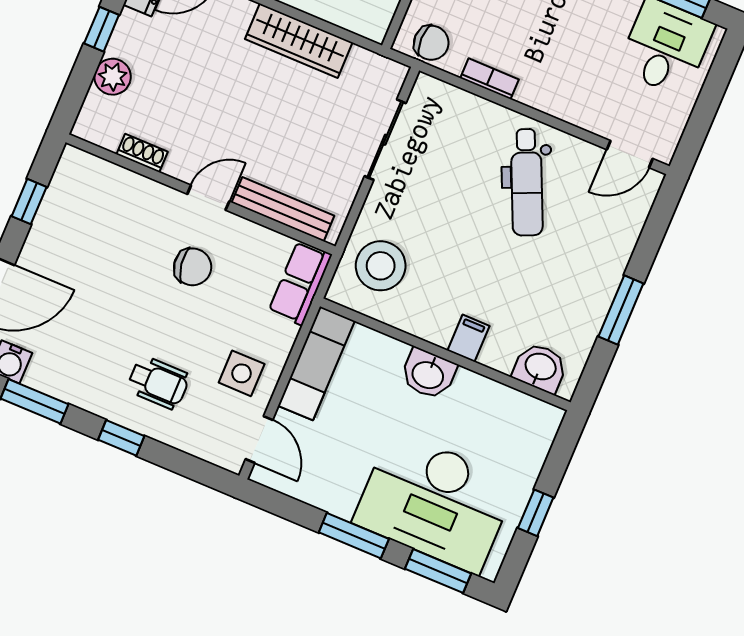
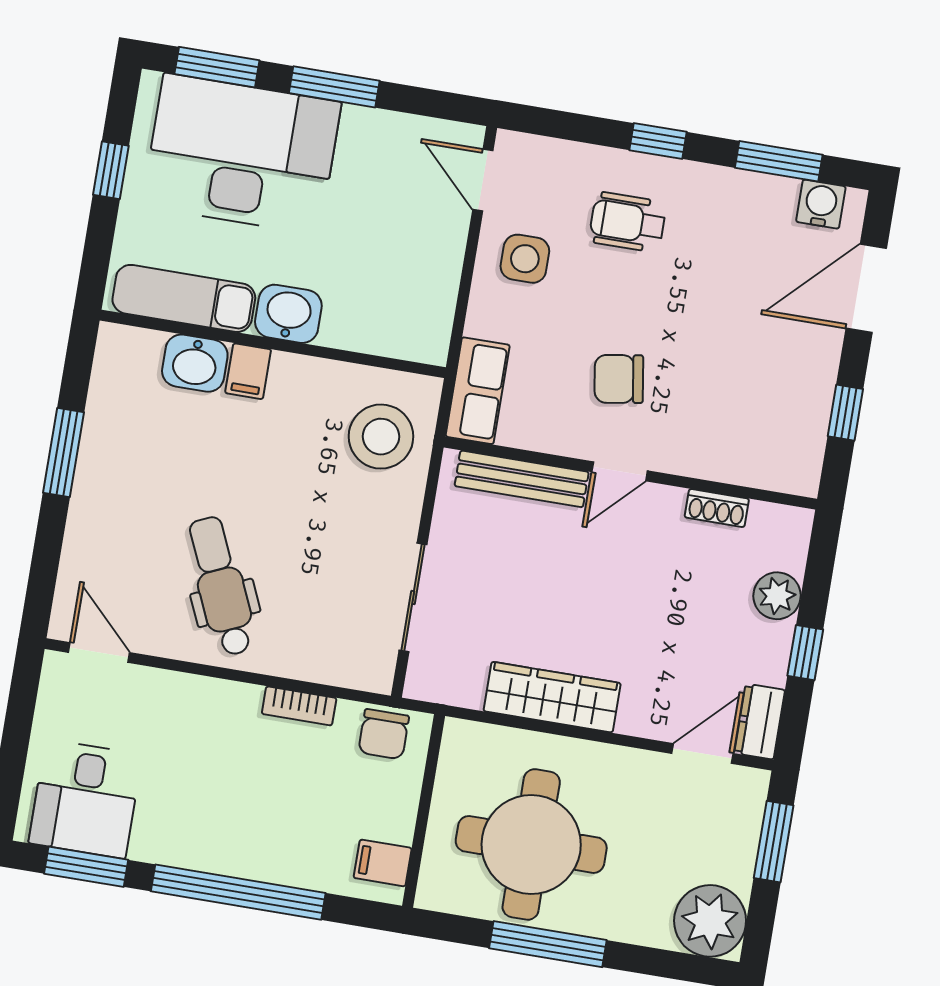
chair: (431, 43) -> (384, 734), turned -90
door: (630, 154) -> (99, 652), hinge flipped
exam couch: (316, 363) -> (184, 298), moved, turned 90
washbasin: (540, 368) -> (195, 363), moved

